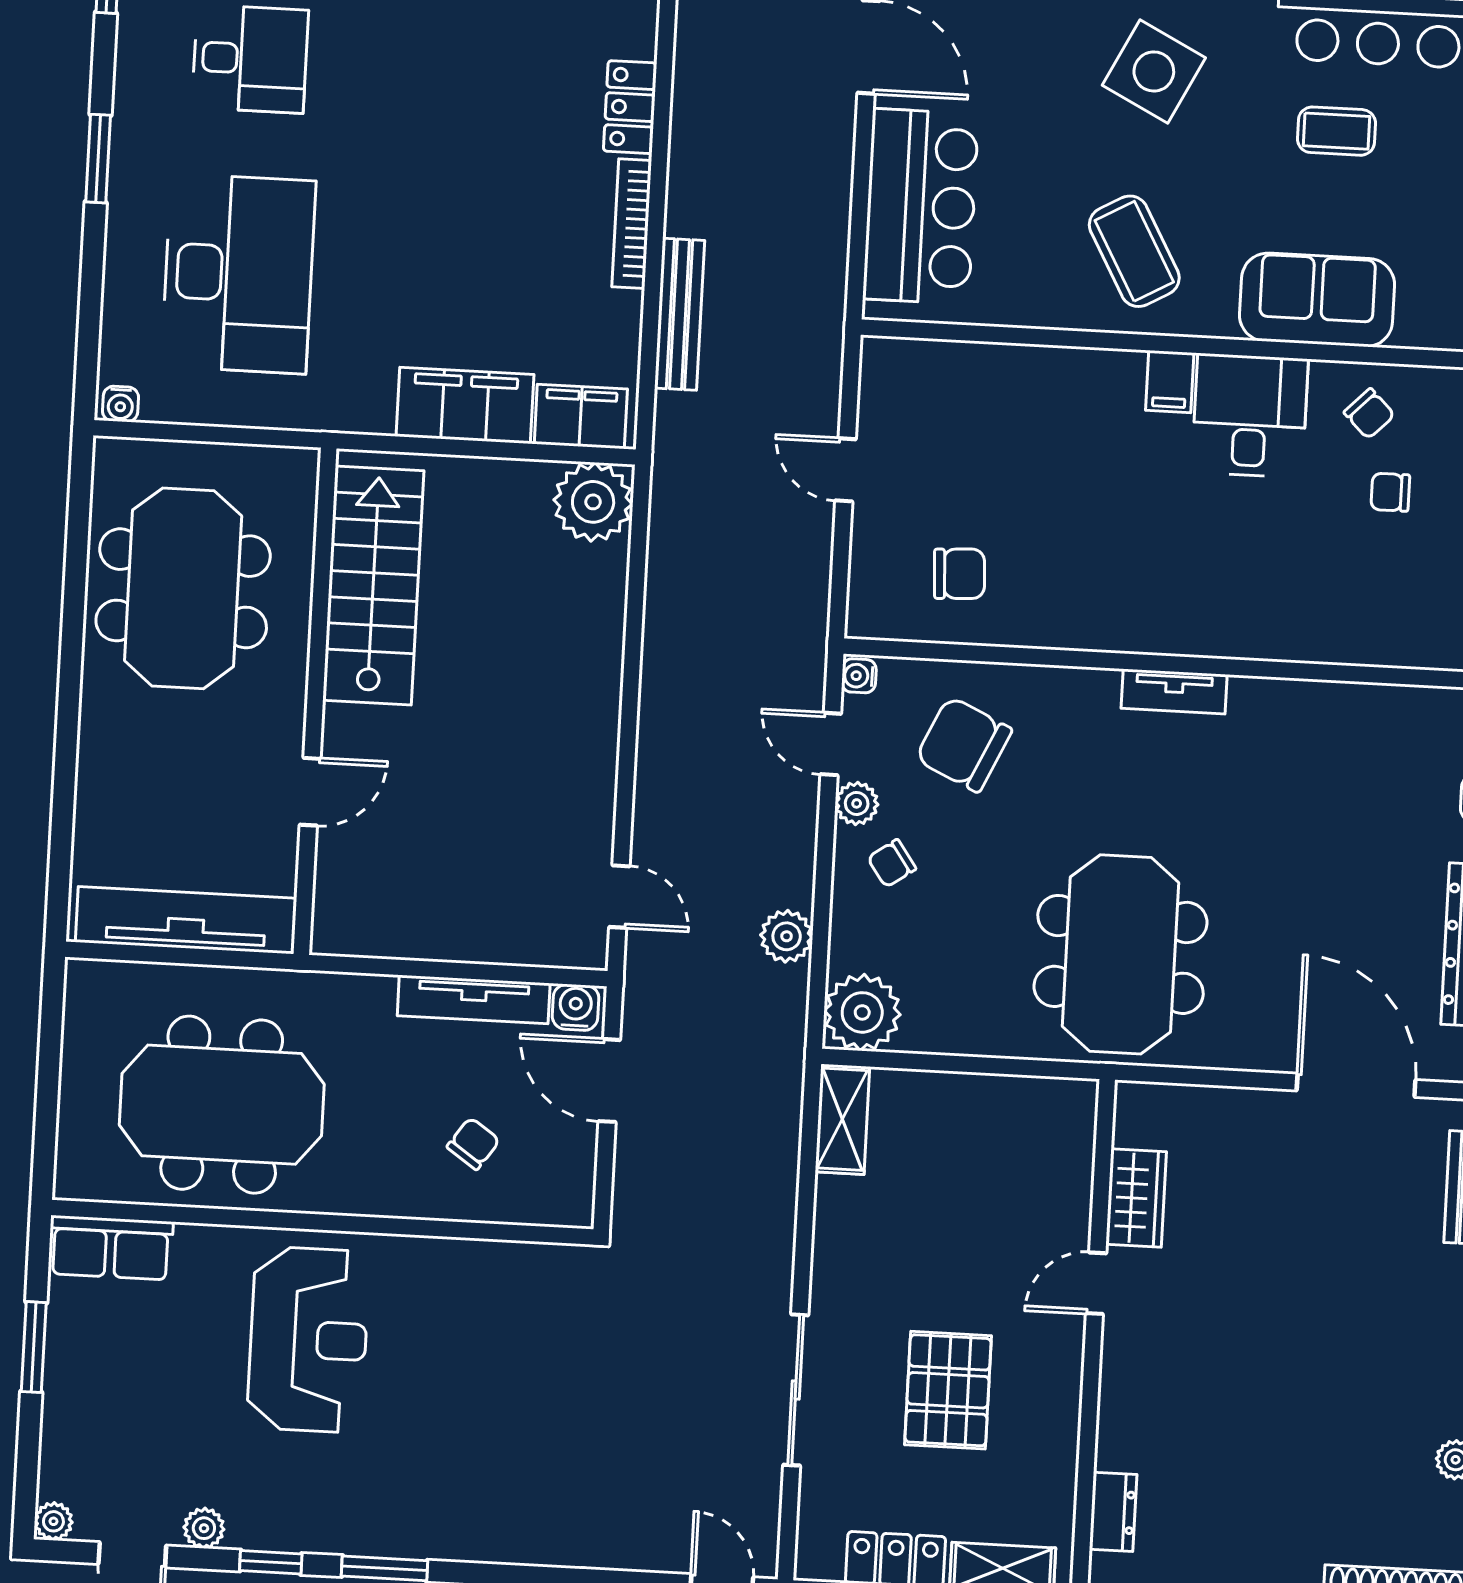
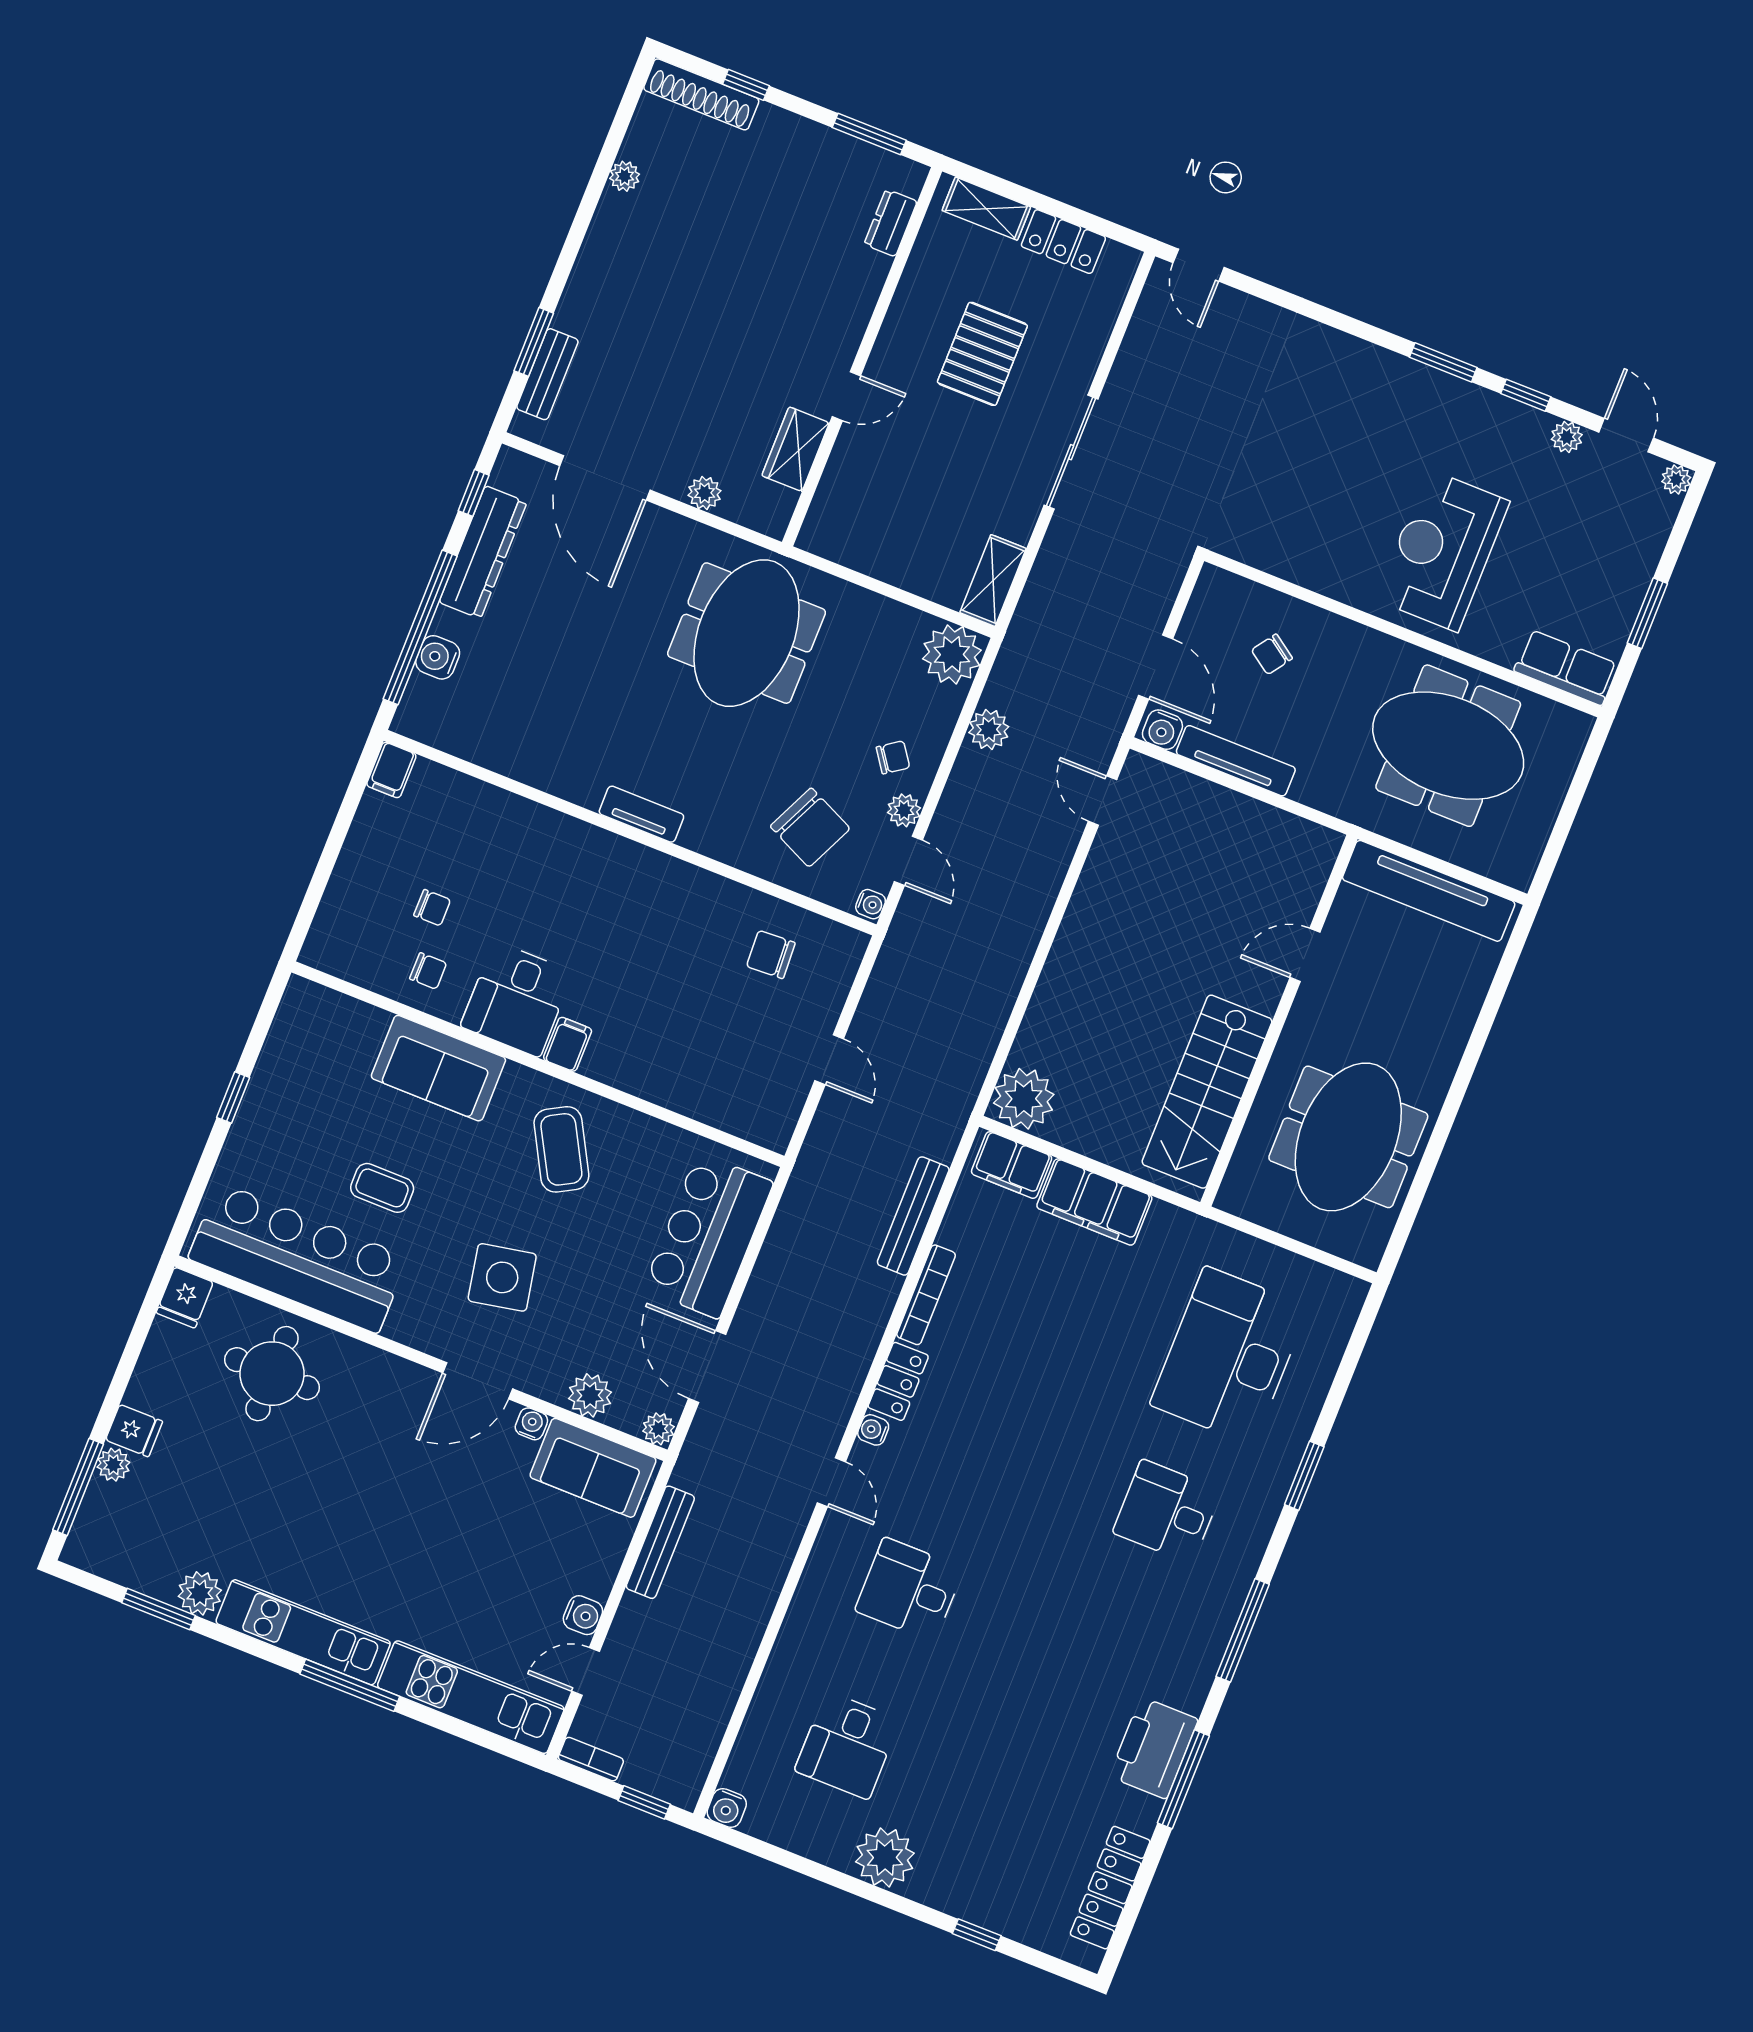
side table: (1154, 71) -> (502, 1277), turned -38
water cooler: (120, 404) -> (873, 1430), moved, turned -90
chair: (1369, 414) -> (428, 971), turned 135
plant: (1229, 1107) -> (705, 493), added
sliding door: (796, 1390) -> (1071, 452), moved

